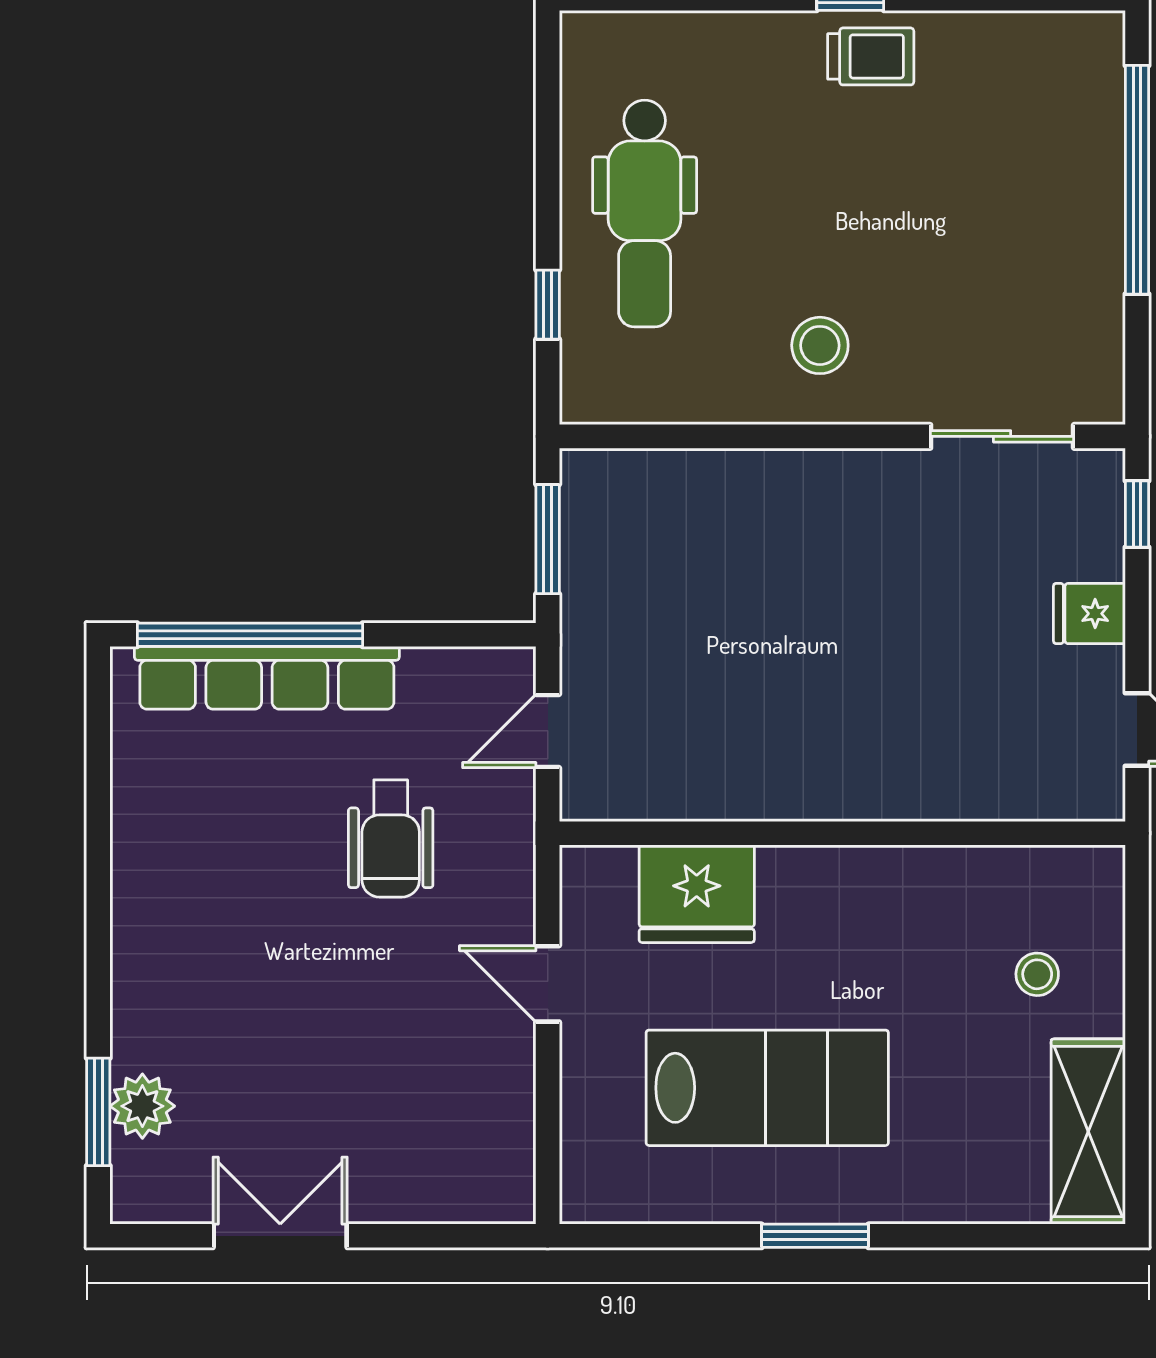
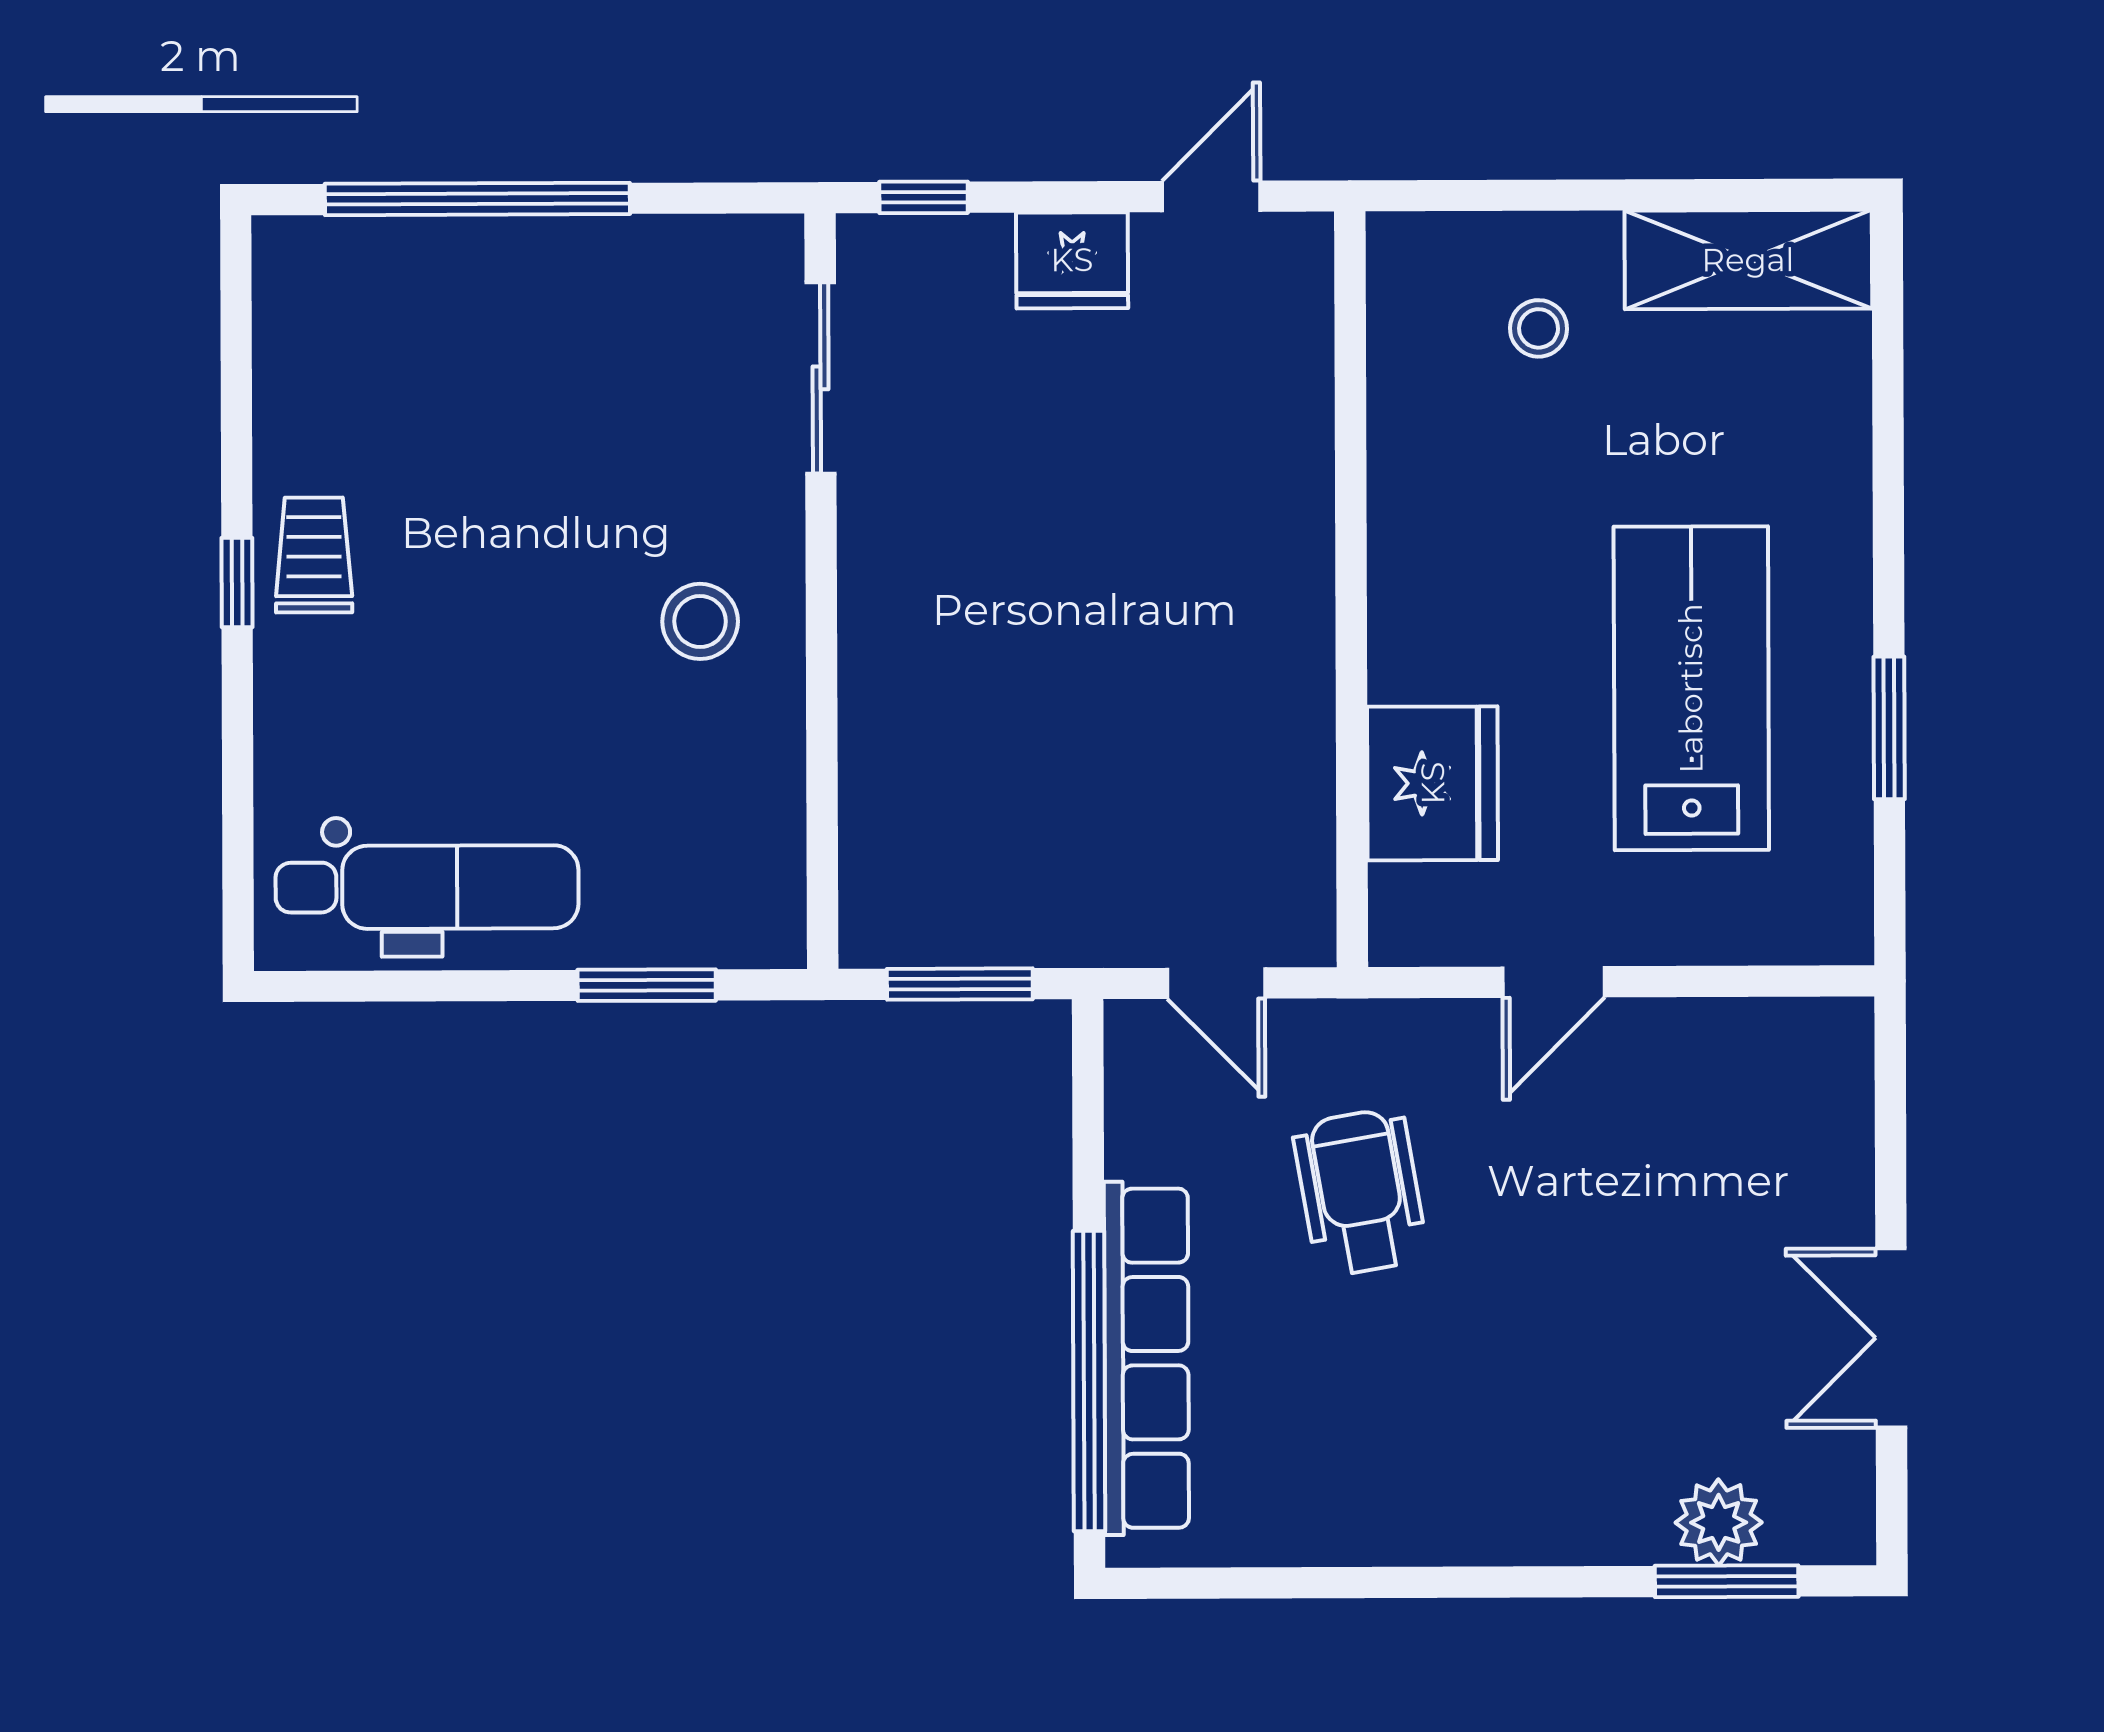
dental chair: (645, 213) -> (427, 887), moved
window: (548, 305) -> (647, 985), width x1.50
fridge: (1089, 614) -> (1072, 260), width x1.38
wheelchair: (391, 838) -> (1360, 1192), turned -100
window: (815, 1236) -> (1889, 728), moved

